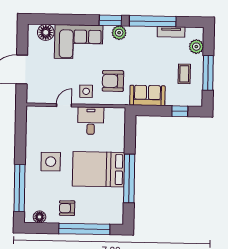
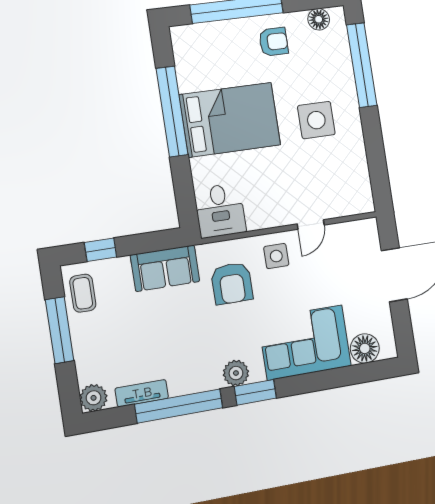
plant: (196, 47) -> (94, 398), moved
coffee table: (184, 74) -> (83, 293), moved
armchair: (113, 81) -> (232, 283), turned 90
desk: (91, 121) -> (220, 211), moved

